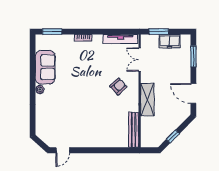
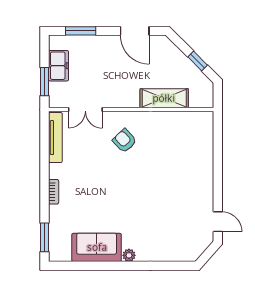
door: (193, 93) -> (135, 31), hinge flipped
shelving: (147, 100) -> (164, 98), moved
bench: (134, 130) -> (188, 118), removed

